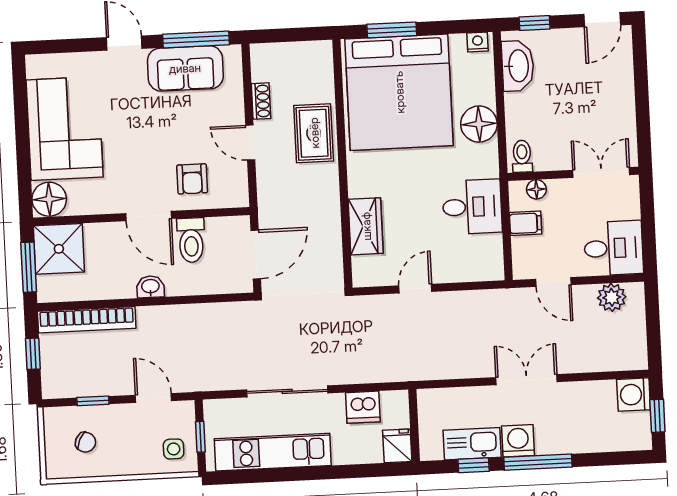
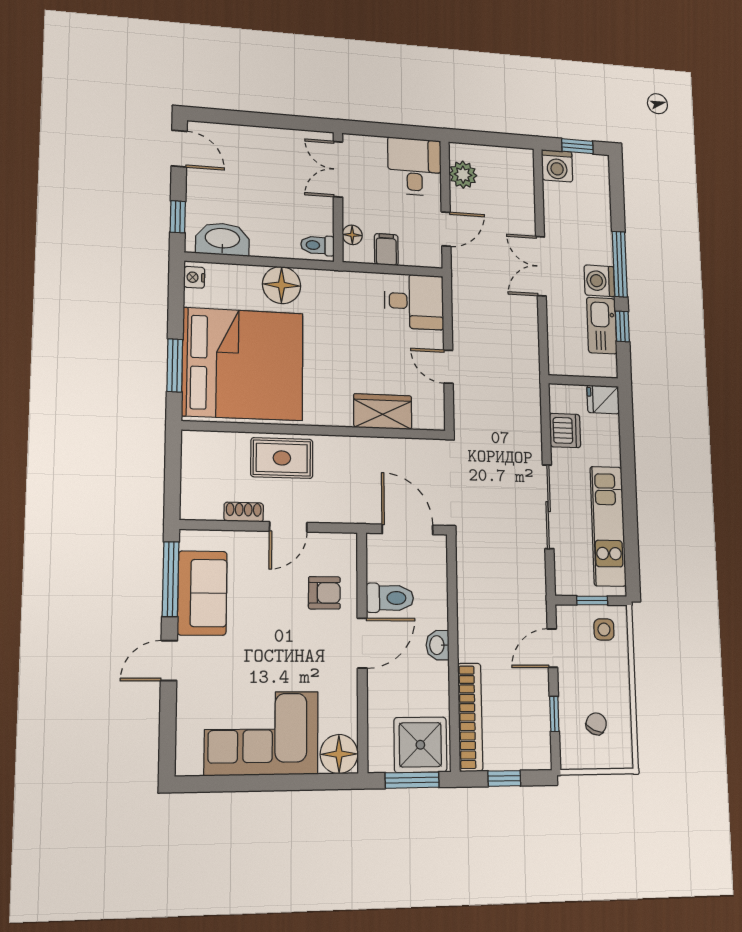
desk: (472, 207) -> (414, 302), moved, turned 90
shower: (59, 249) -> (420, 745), moved

